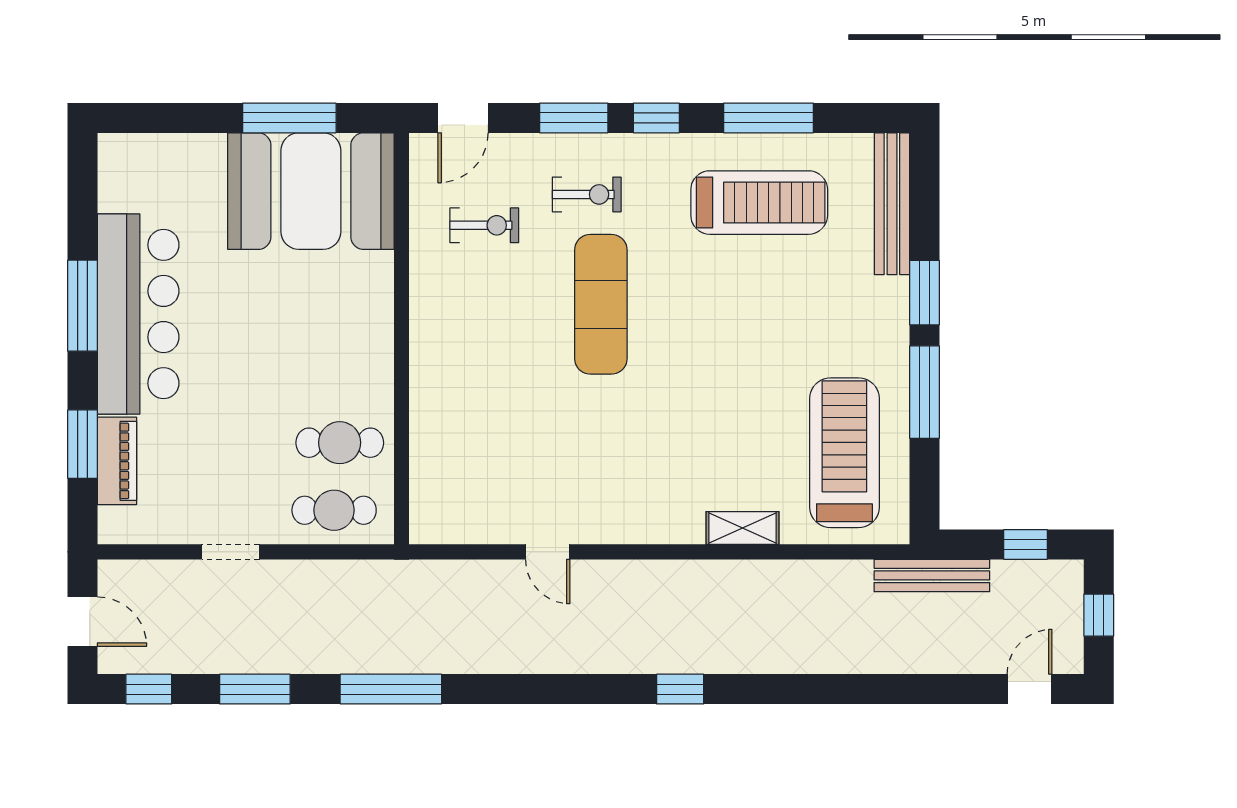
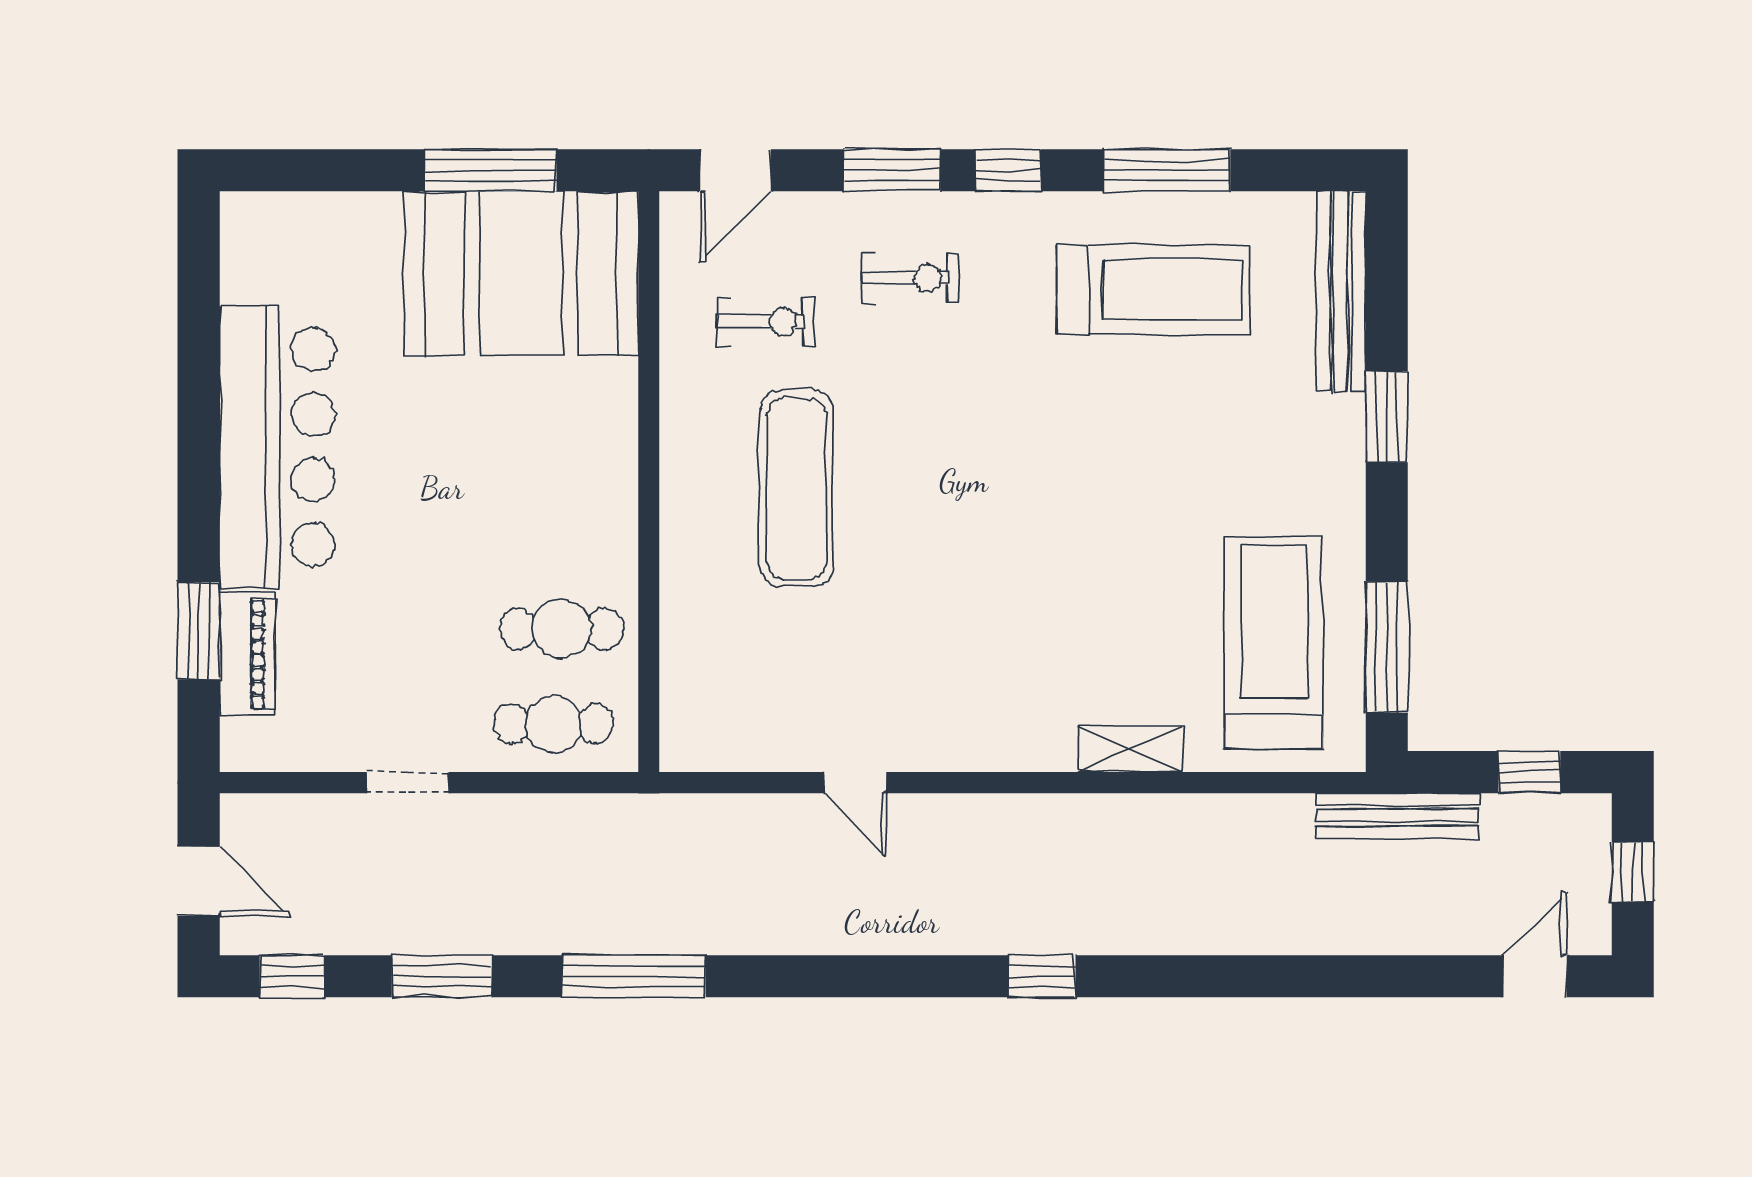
exercise mat: (601, 304) -> (796, 488), moved
window: (83, 306) -> (199, 435), removed
window: (924, 392) -> (1387, 647), moved

